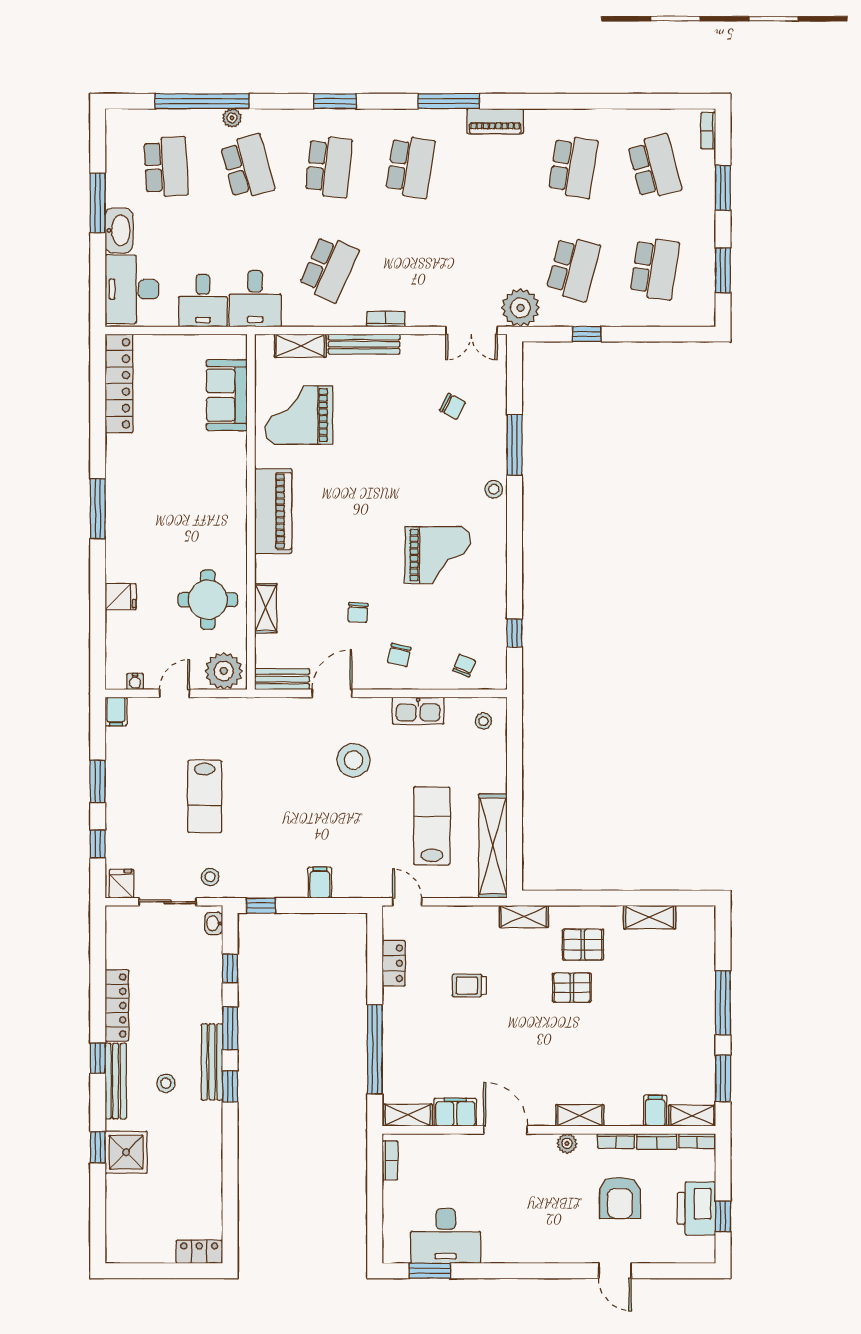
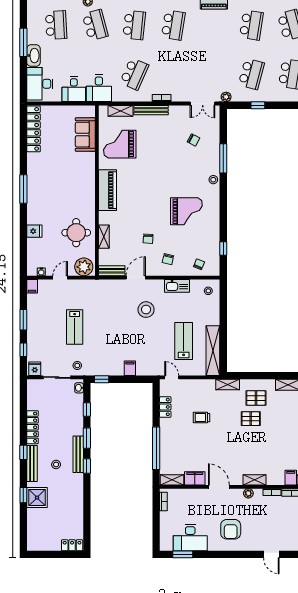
plant: (521, 308) -> (226, 97), width x0.53, depth x0.53
armchair: (620, 1198) -> (231, 529), moved

